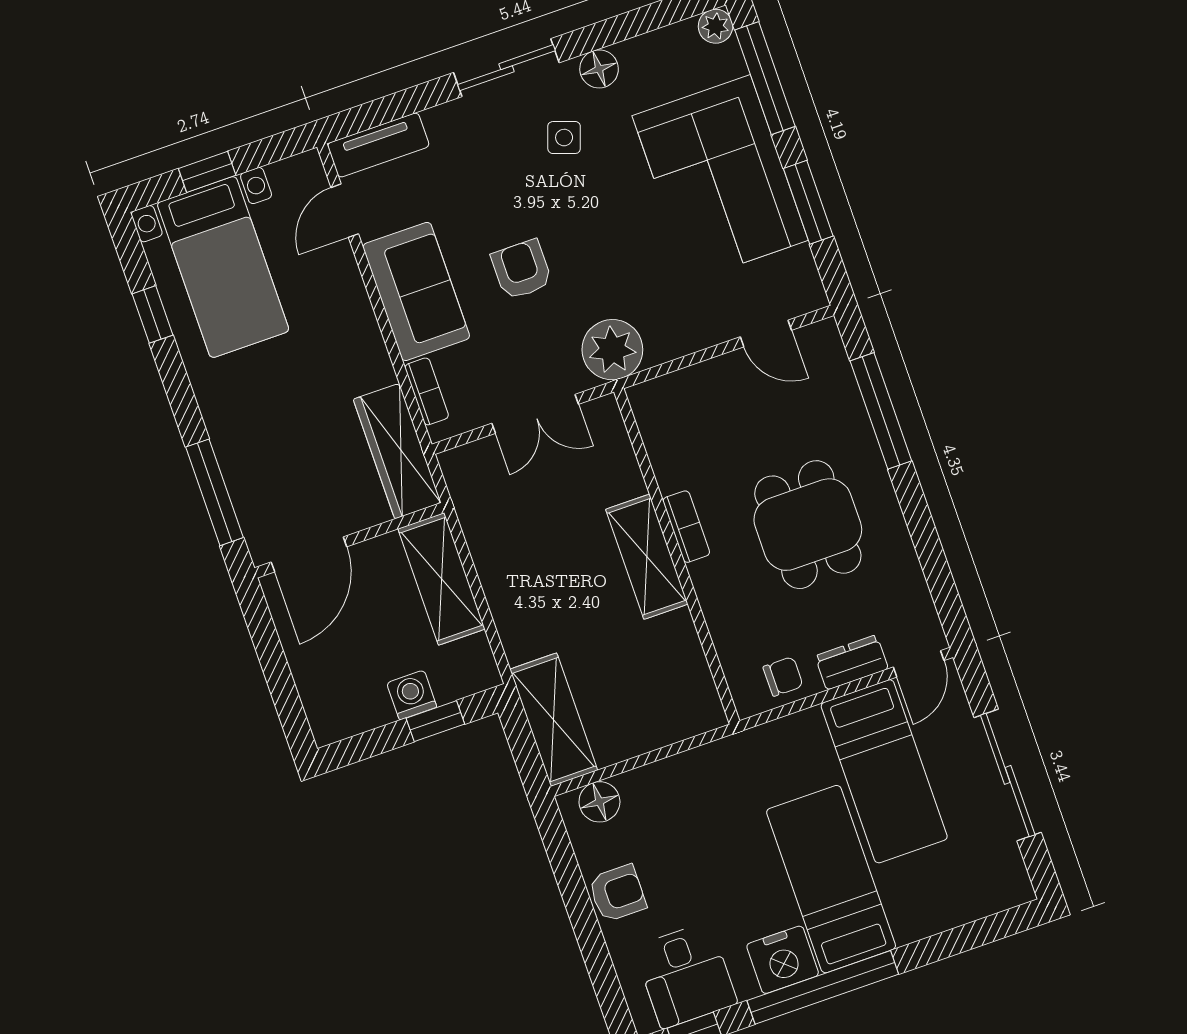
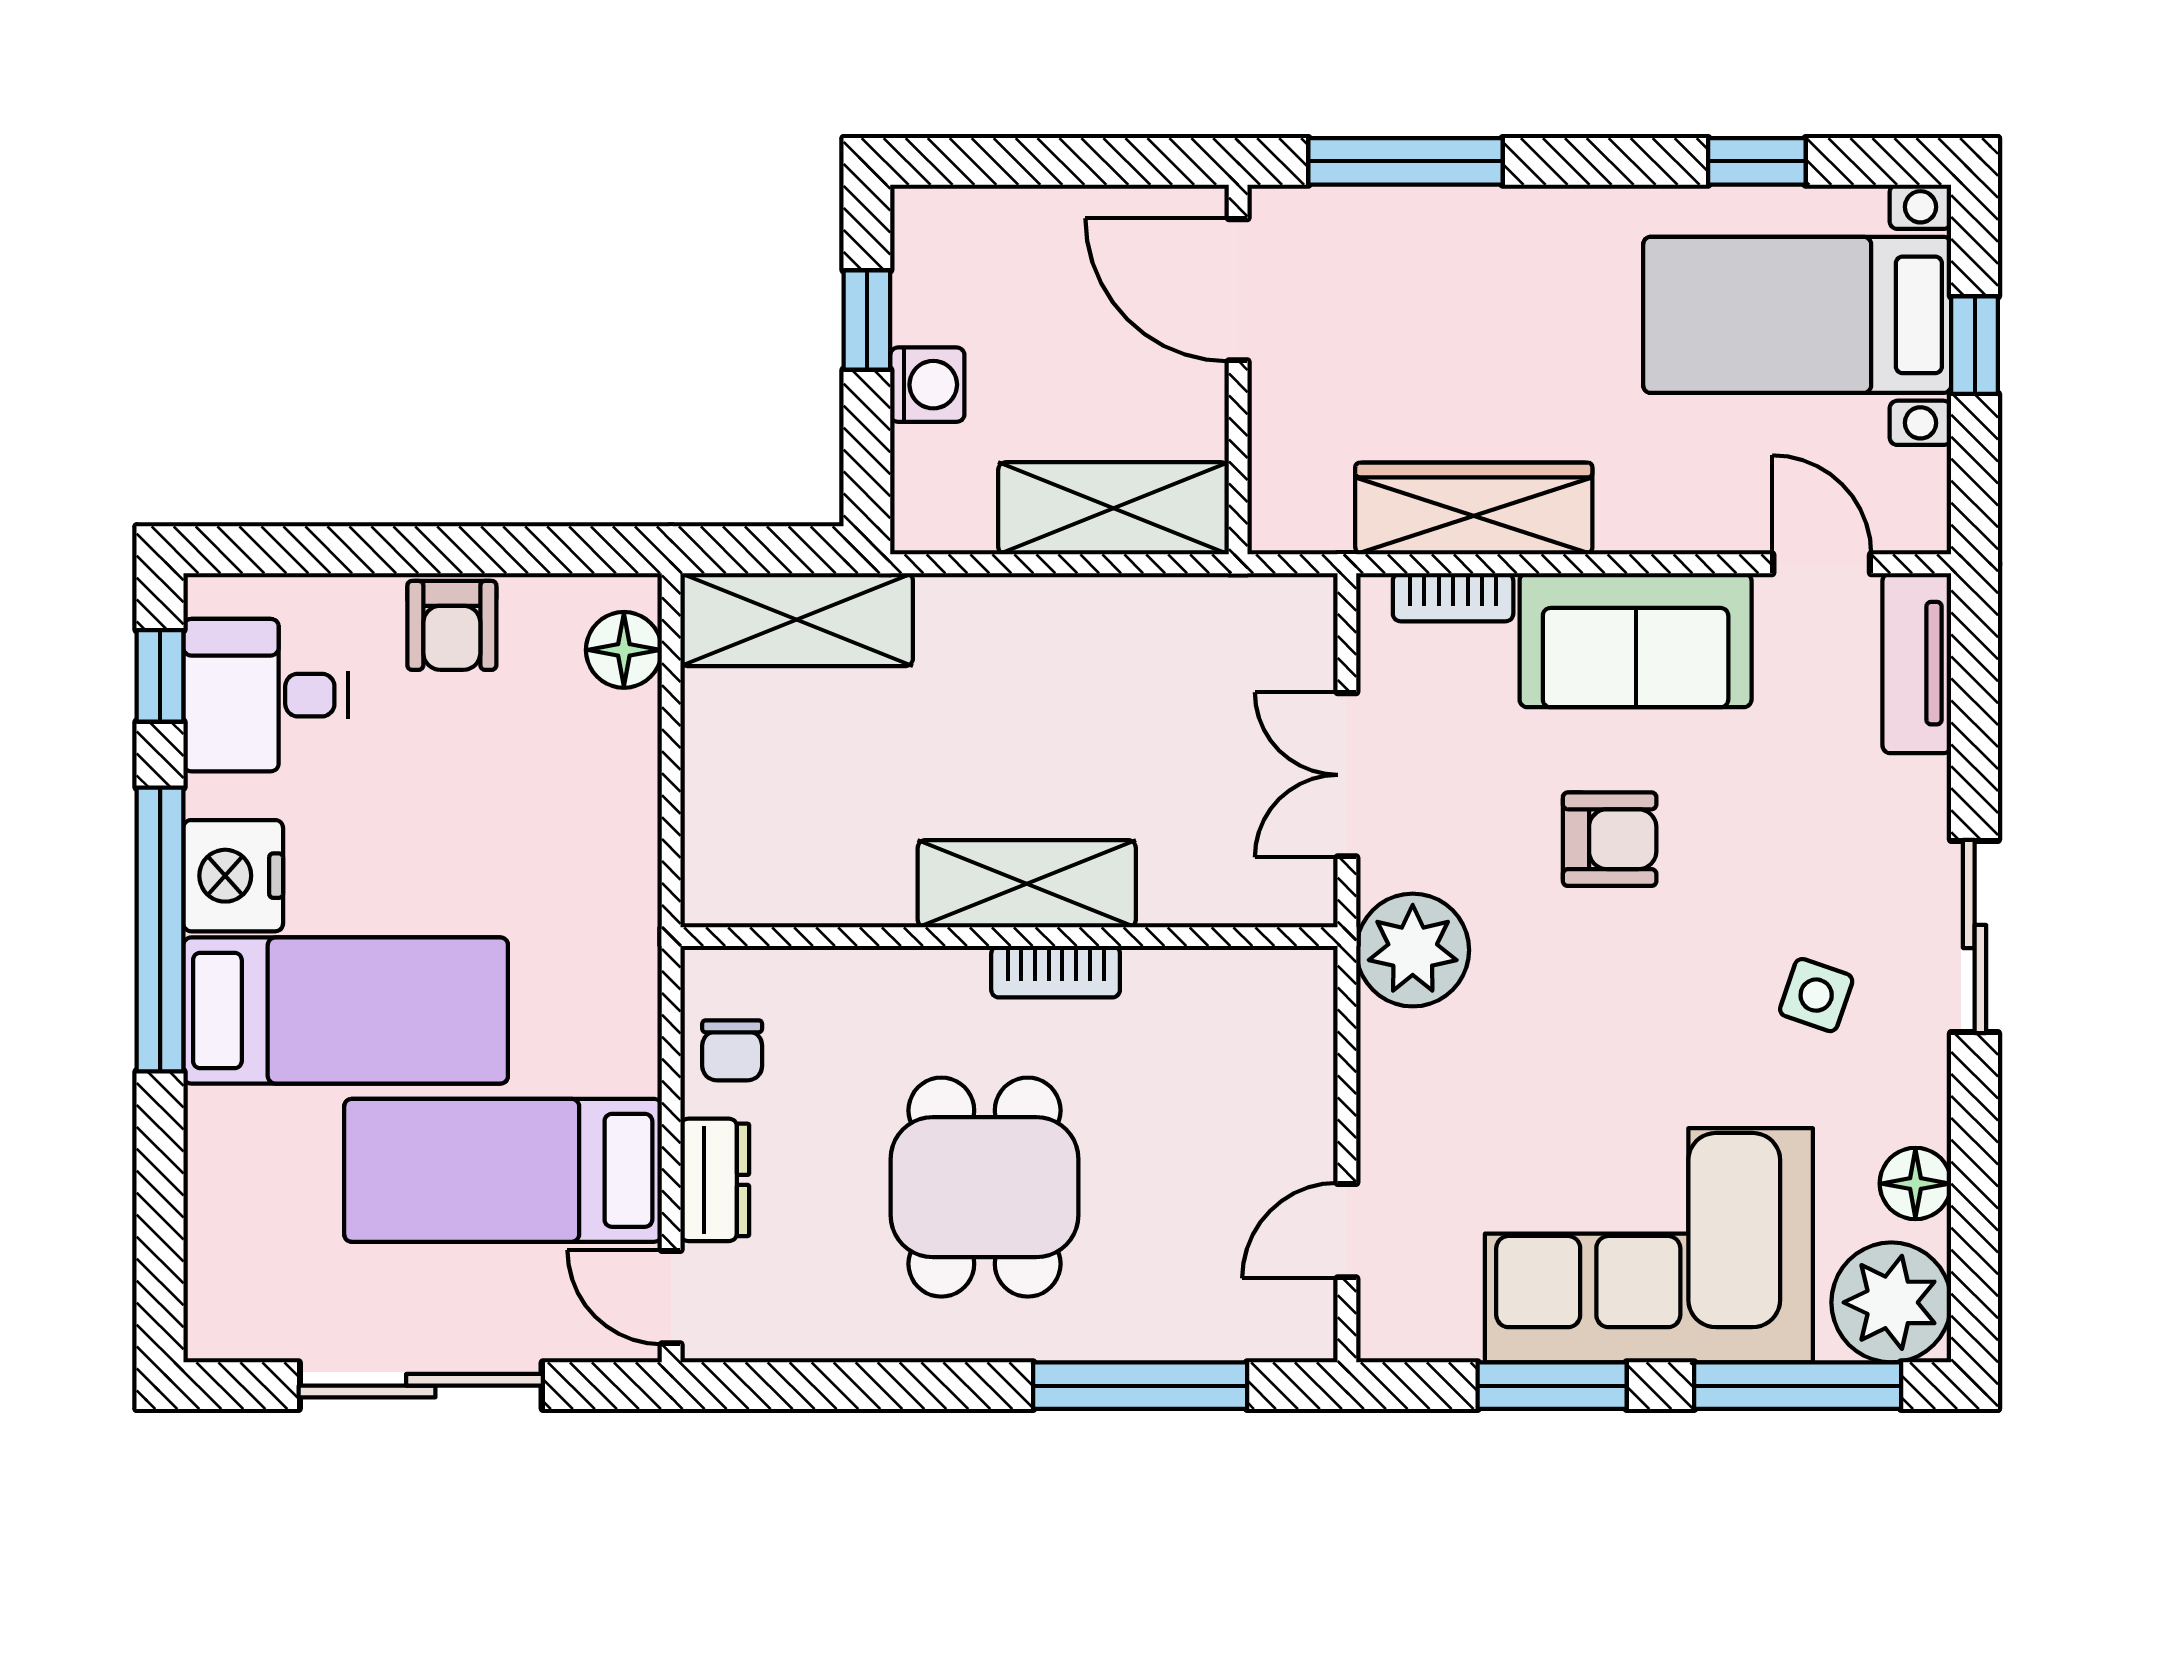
plant: (716, 26) -> (1891, 1302), width x1.87, depth x1.87
floor lamp: (599, 69) -> (1915, 1184), moved
wardrobe: (397, 451) -> (1474, 509), moved
dining table: (808, 525) -> (984, 1187), turned 90
window: (435, 721) -> (867, 320), moved

